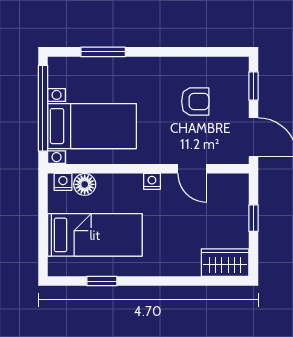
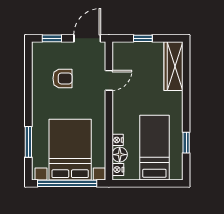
armchair: (195, 101) -> (62, 78), turned 90
bed with nightstands: (92, 126) -> (70, 150), width x1.36
nightstand: (152, 181) -> (118, 140), moved
wardrobe: (225, 263) -> (173, 66), width x1.50

